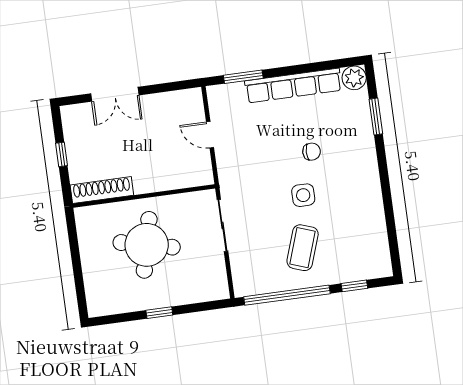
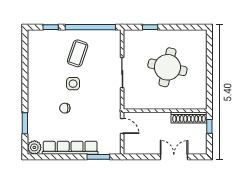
shoe rack: (102, 190) -> (189, 117), moved
wall: (144, 196) -> (165, 111), moved
window: (159, 313) -> (150, 27), moved

